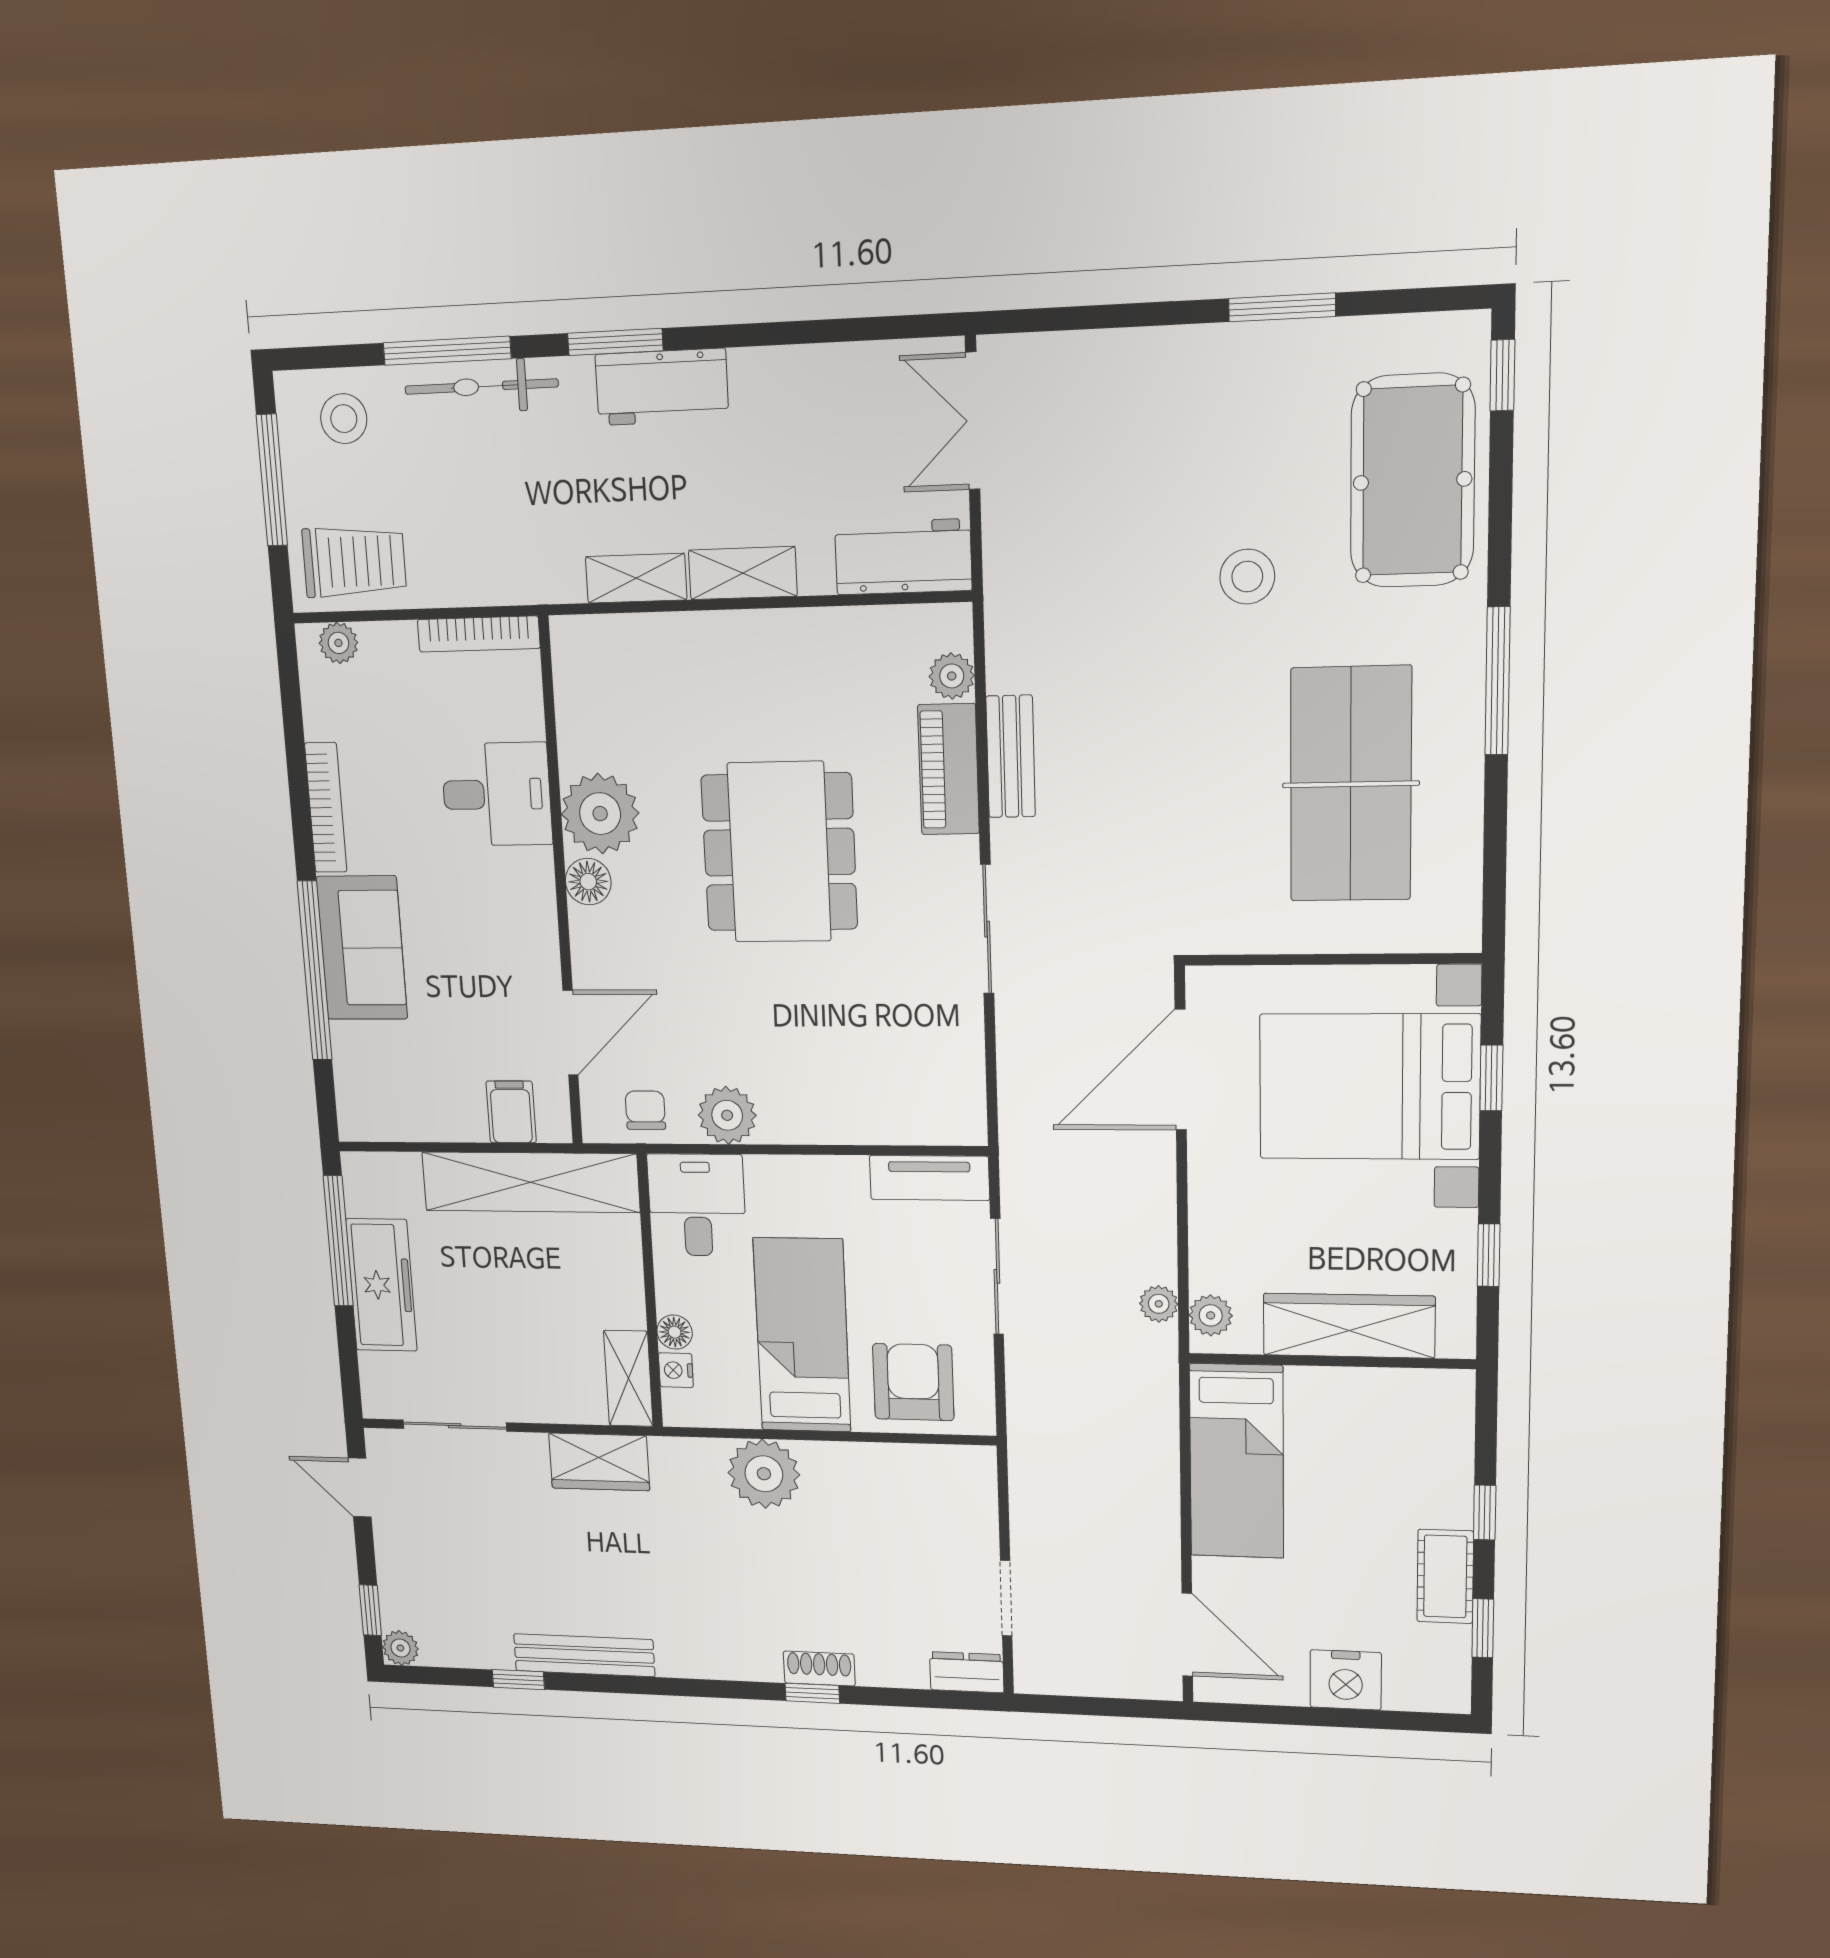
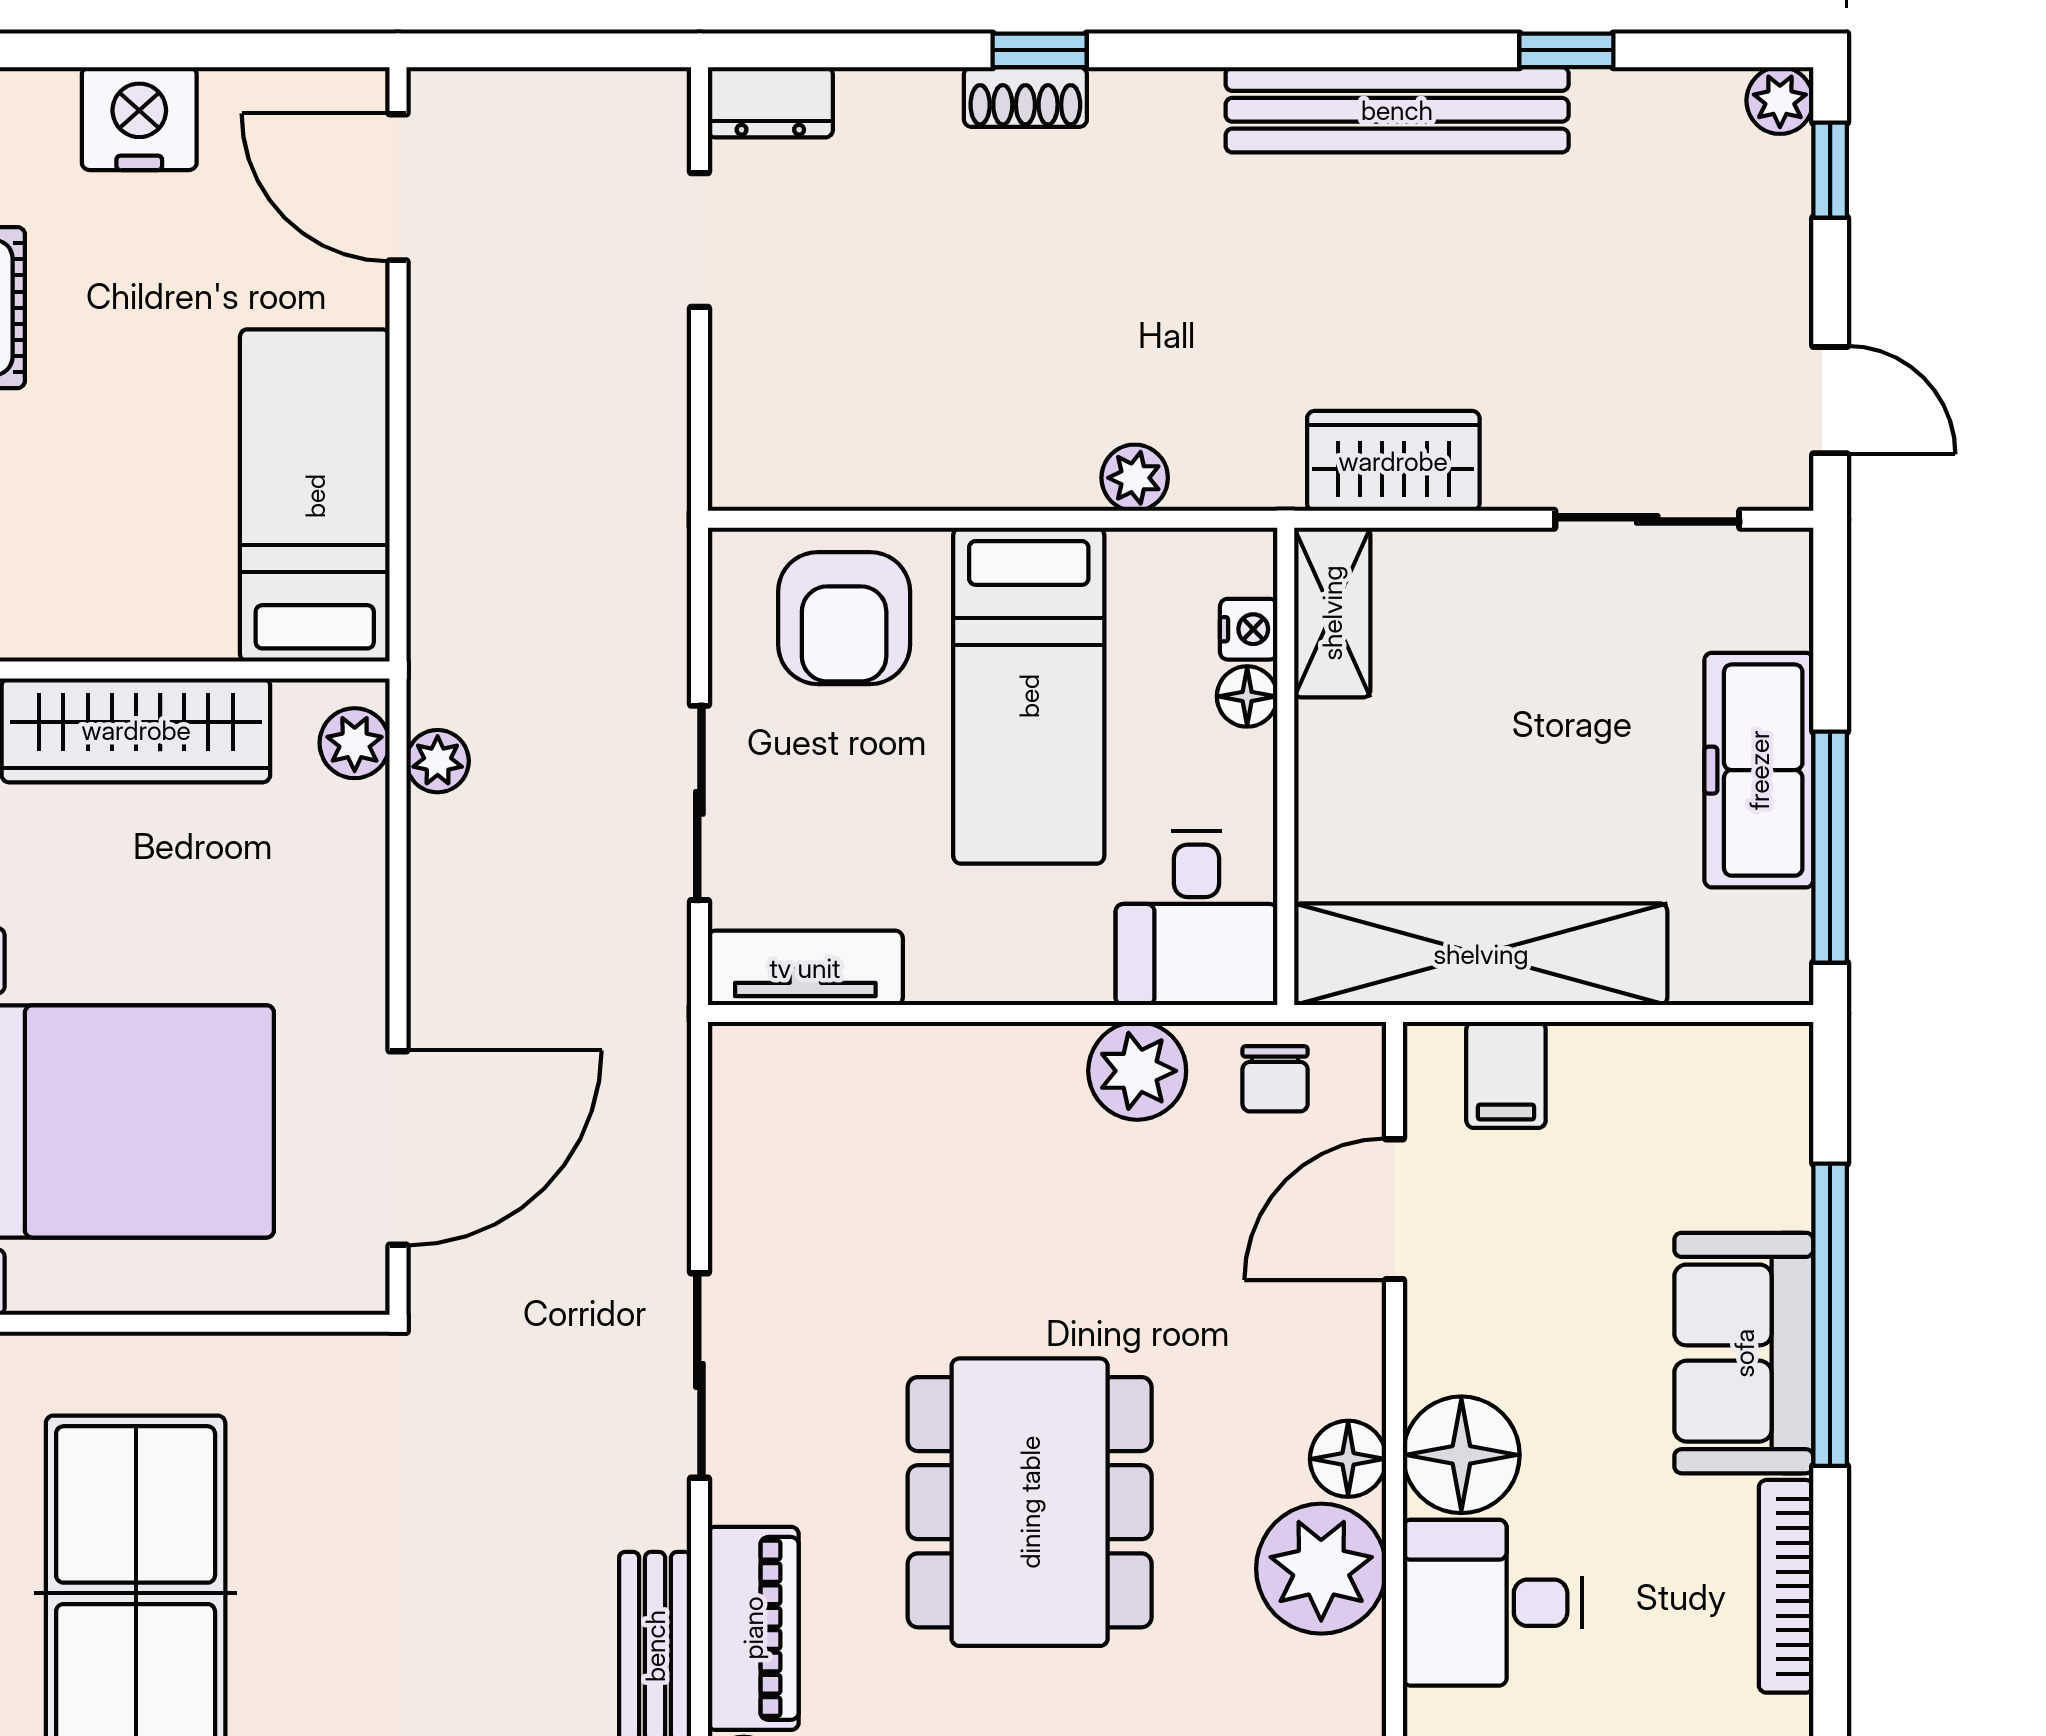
floor lamp: (521, 885) -> (1461, 1455), added
plant: (764, 1474) -> (1135, 478), width x0.53, depth x0.53
bench: (584, 1655) -> (1397, 110), width x1.37, depth x1.21

